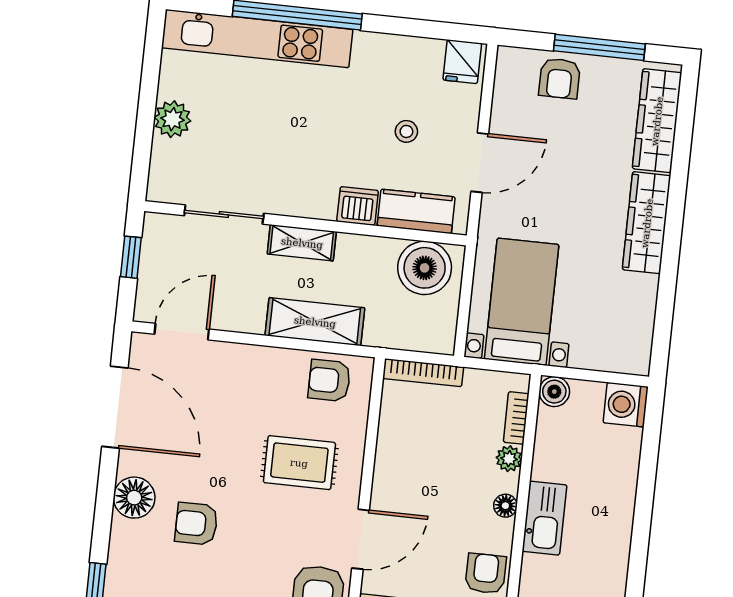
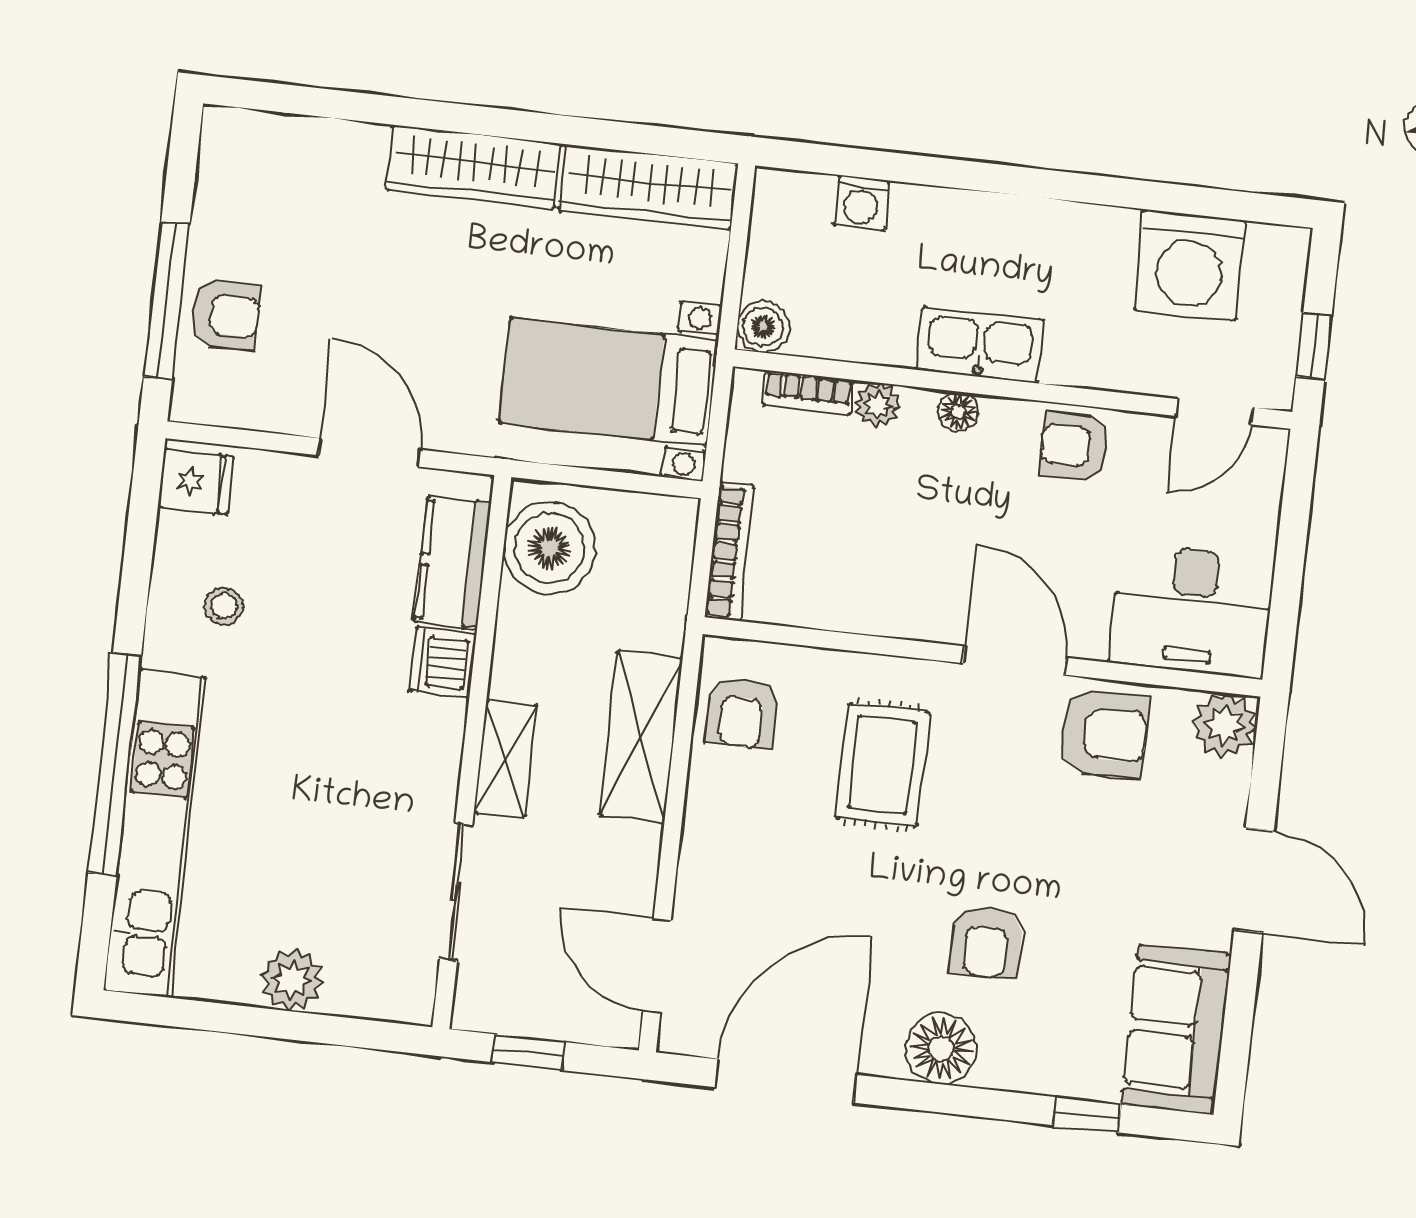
window: (599, 47) -> (167, 300), moved
wardrobe: (657, 121) -> (649, 187), moved
stool: (406, 131) -> (224, 606), moved
washing machine: (626, 405) -> (861, 203), moved, width x0.73, depth x0.73

